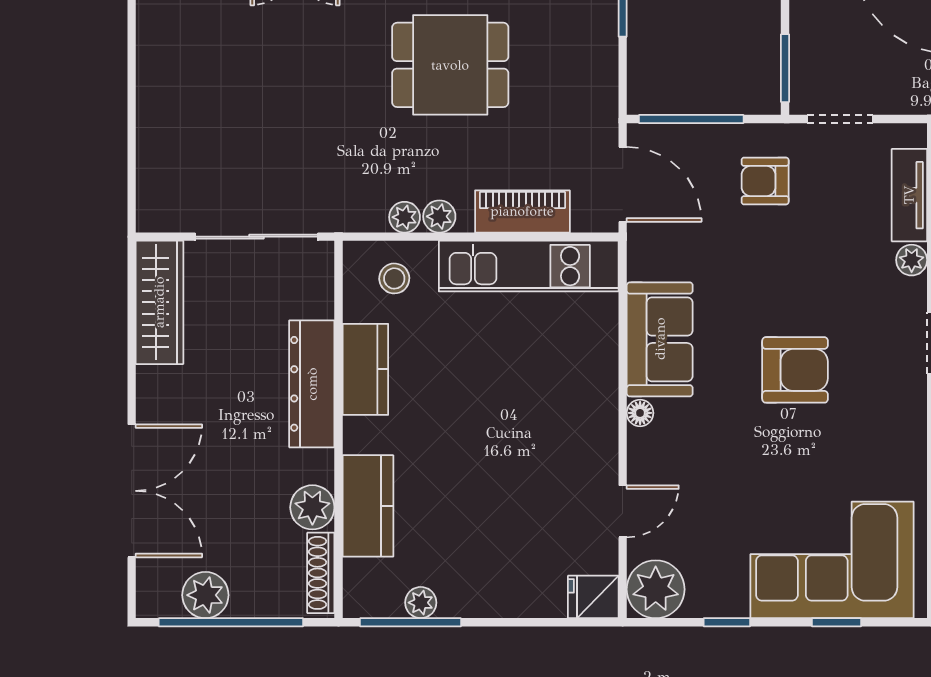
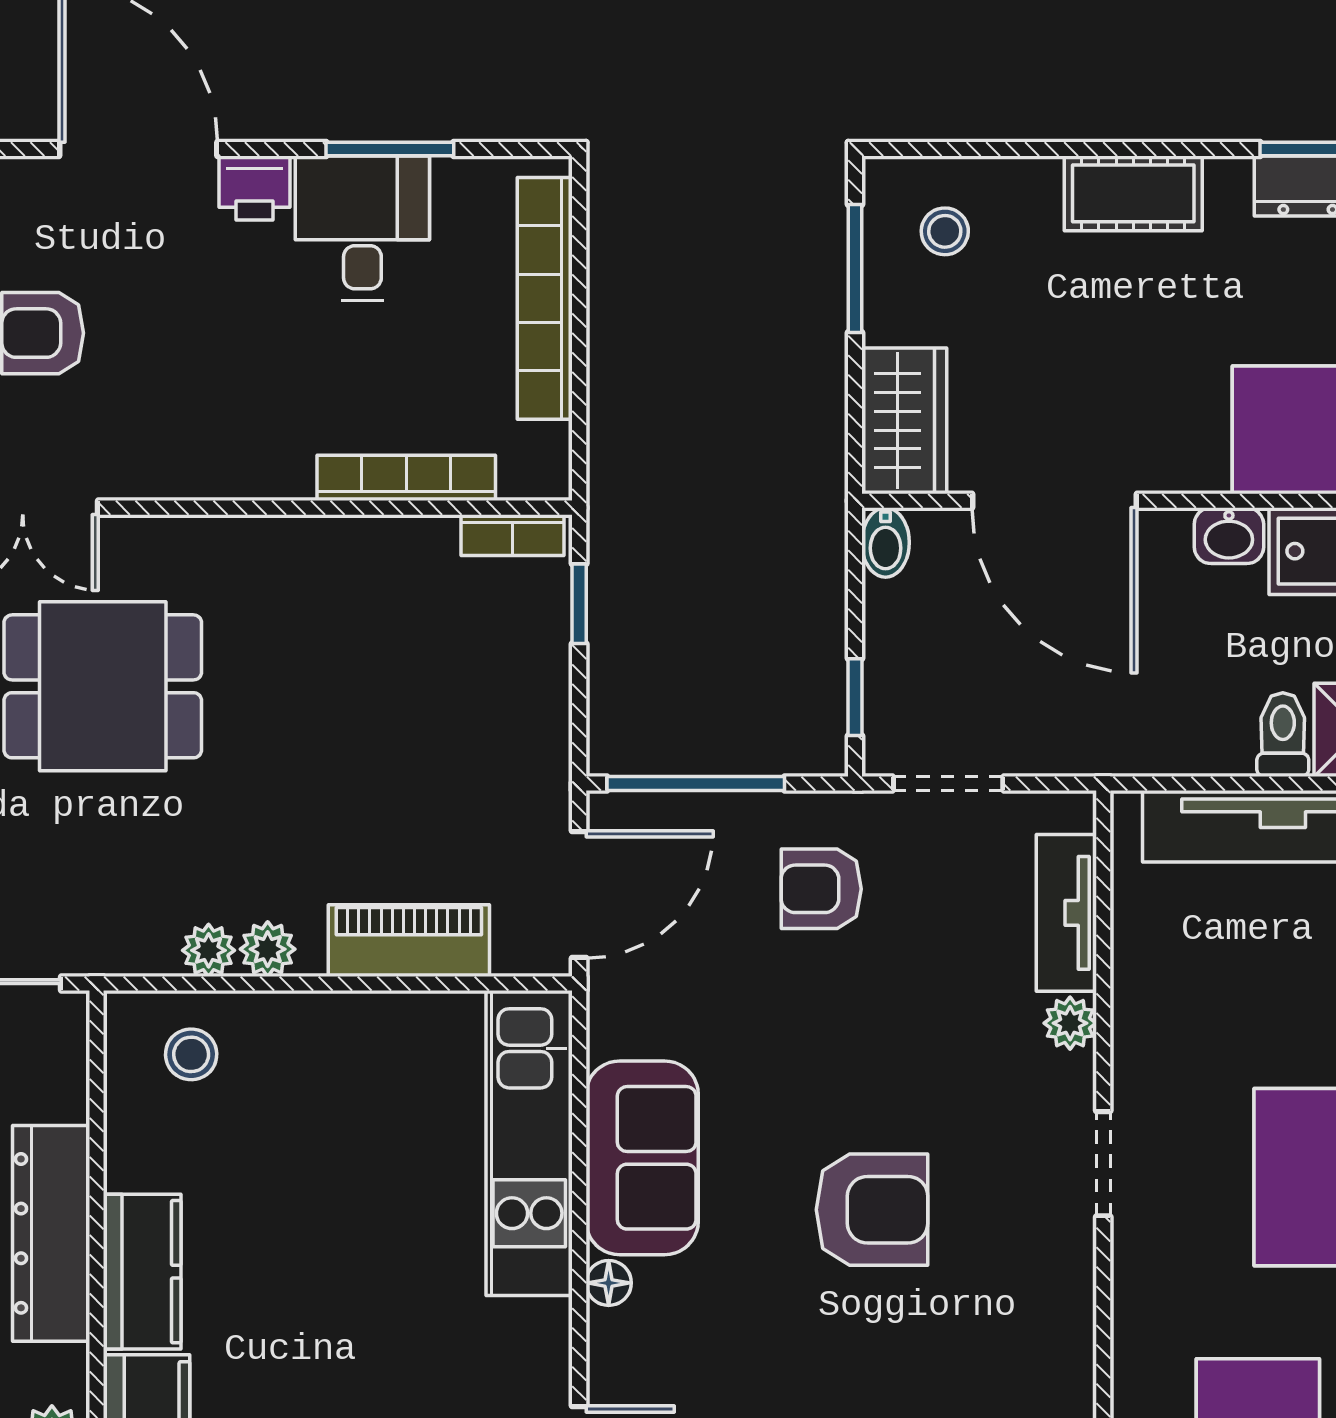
dining table: (450, 65) -> (103, 686), moved
window: (785, 68) -> (855, 697), width x0.67
door: (623, 184) -> (579, 894), hinge flipped
kitchen unit: (529, 266) -> (529, 1143), moved, turned 90
kitchen counter: (365, 369) -> (142, 1272), moved

